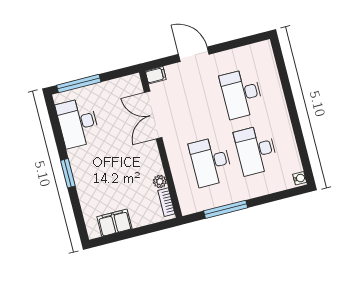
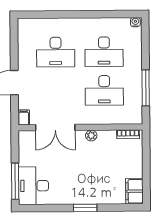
desk: (78, 123) -> (33, 186), moved, turned 90
plant: (160, 182) -> (91, 136), moved
filing cabinet: (114, 223) -> (134, 191), moved

